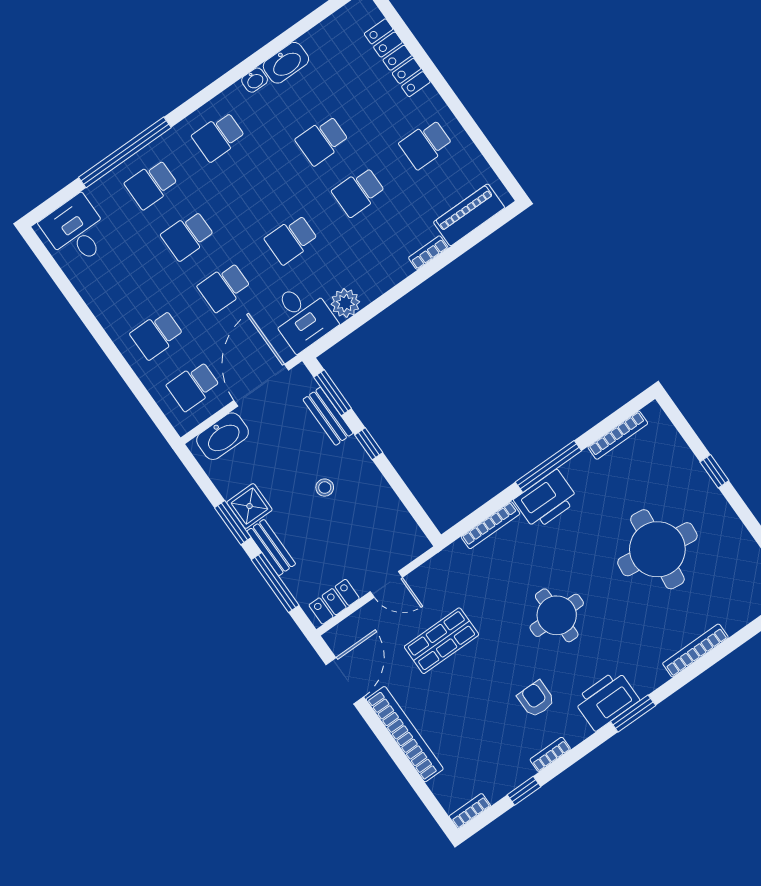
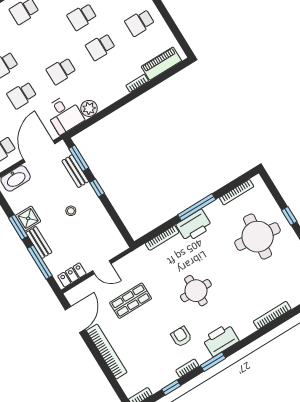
round table: (657, 549) -> (258, 237), moved
window: (633, 713) -> (213, 362), moved

